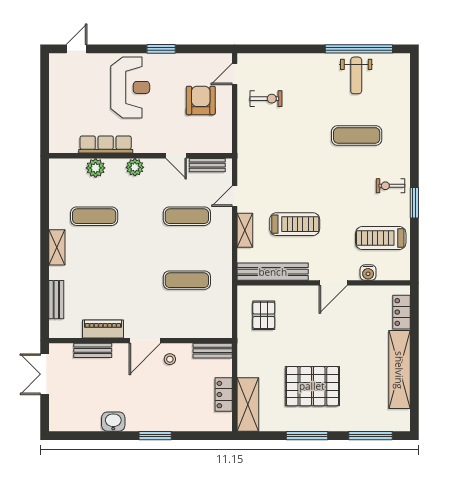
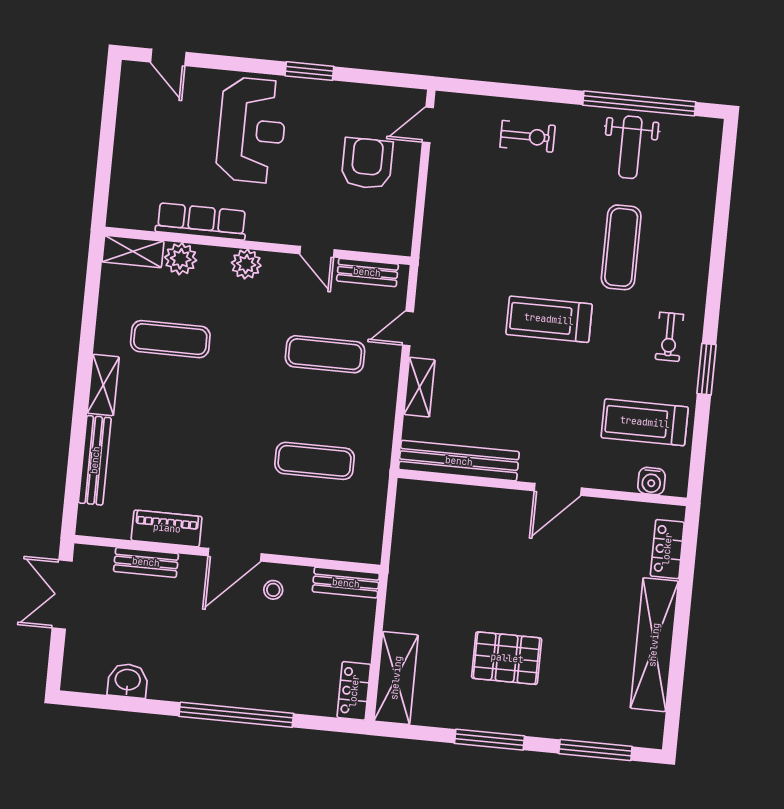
door: (77, 49) -> (168, 57), swing flipped
exercise bike: (266, 99) -> (528, 136), moved
exercise mat: (357, 135) -> (621, 247), turned 90
shelving: (67, 166) -> (133, 251), added
exercise bike: (390, 186) -> (669, 337), turned -90
treadmill: (295, 224) -> (549, 319), moved, turned 180
water cooler: (368, 273) -> (651, 481), moved
bench: (56, 300) -> (95, 460), width x1.36
pallet: (264, 315) -> (437, 532), removed
pallet: (312, 386) -> (507, 658), width x0.73, depth x0.71
locker: (224, 395) -> (354, 691), moved
washbasin: (113, 422) -> (128, 681), moved
window: (155, 436) -> (236, 715), width x2.11

